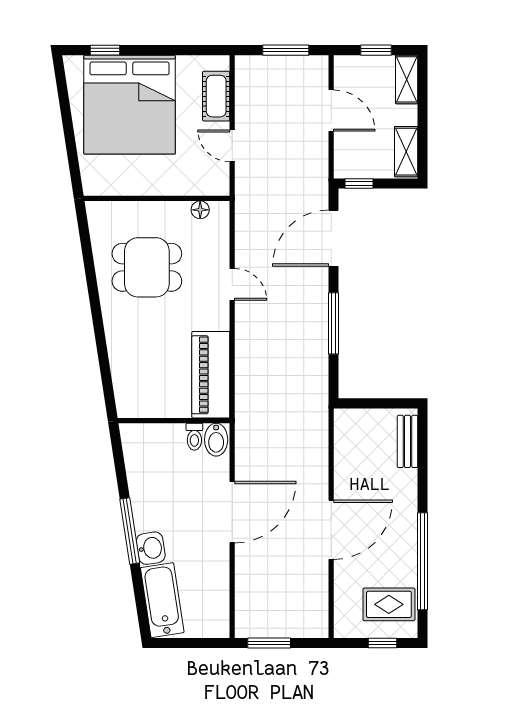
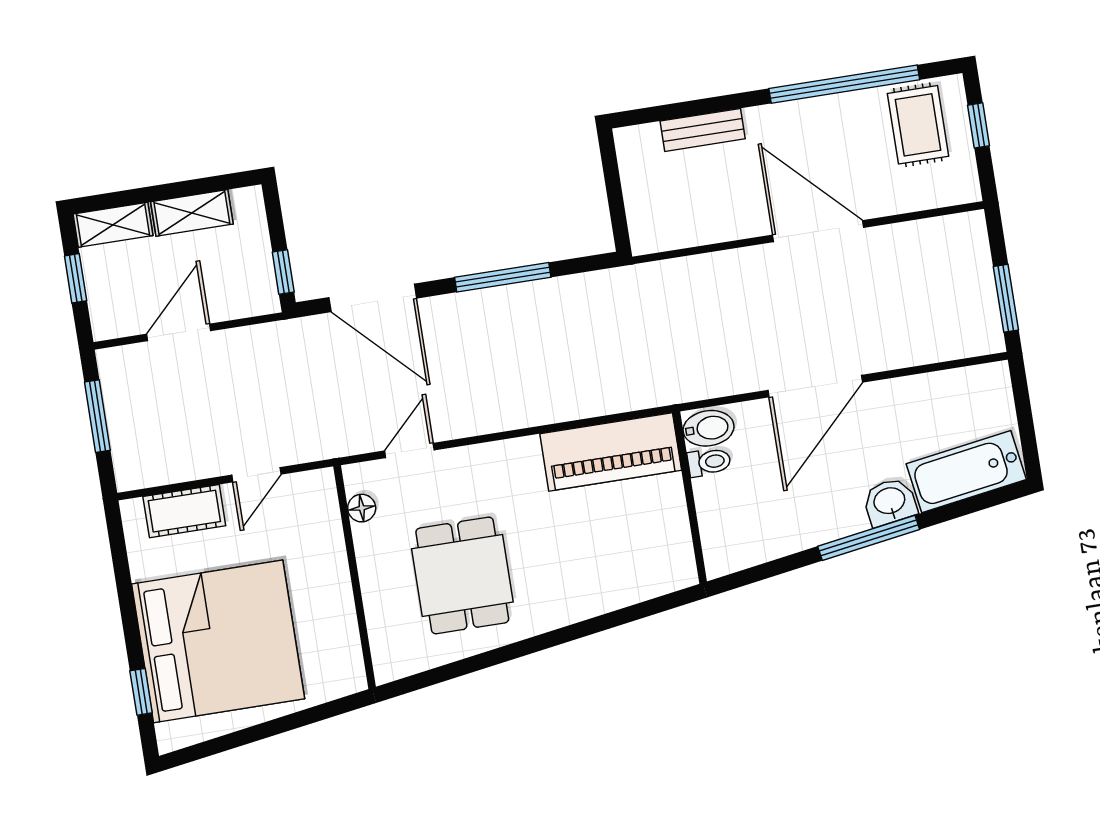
shelving: (406, 152) -> (192, 213), moved
door: (232, 284) -> (409, 450), moved
bench: (407, 441) -> (703, 130), moved
door: (232, 512) -> (815, 386), swing flipped

